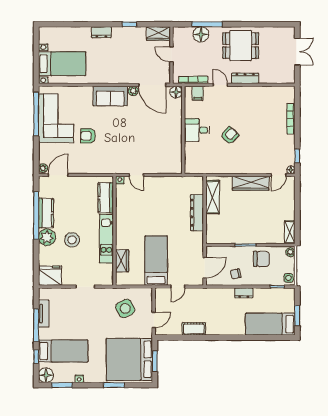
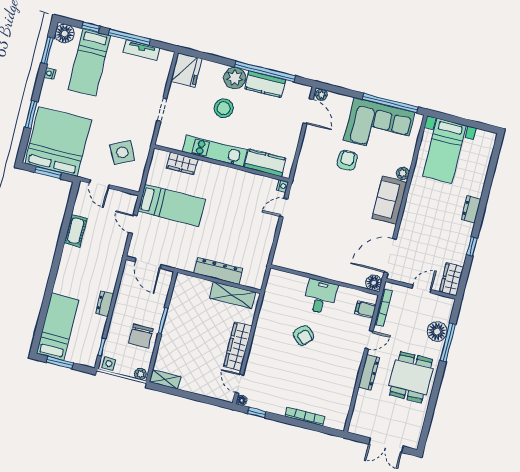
plant: (133, 91) -> (403, 173), moved
chair: (236, 274) -> (130, 300), removed

